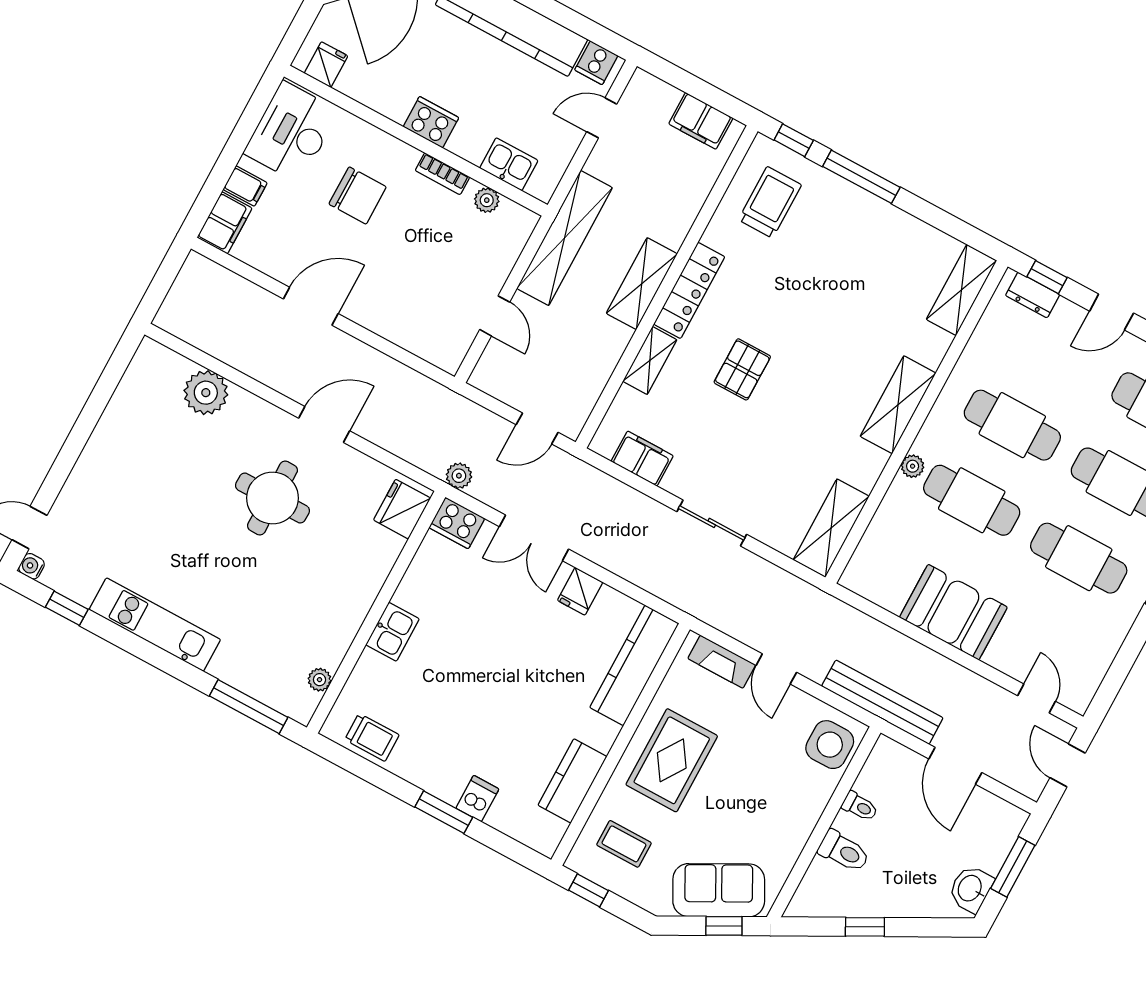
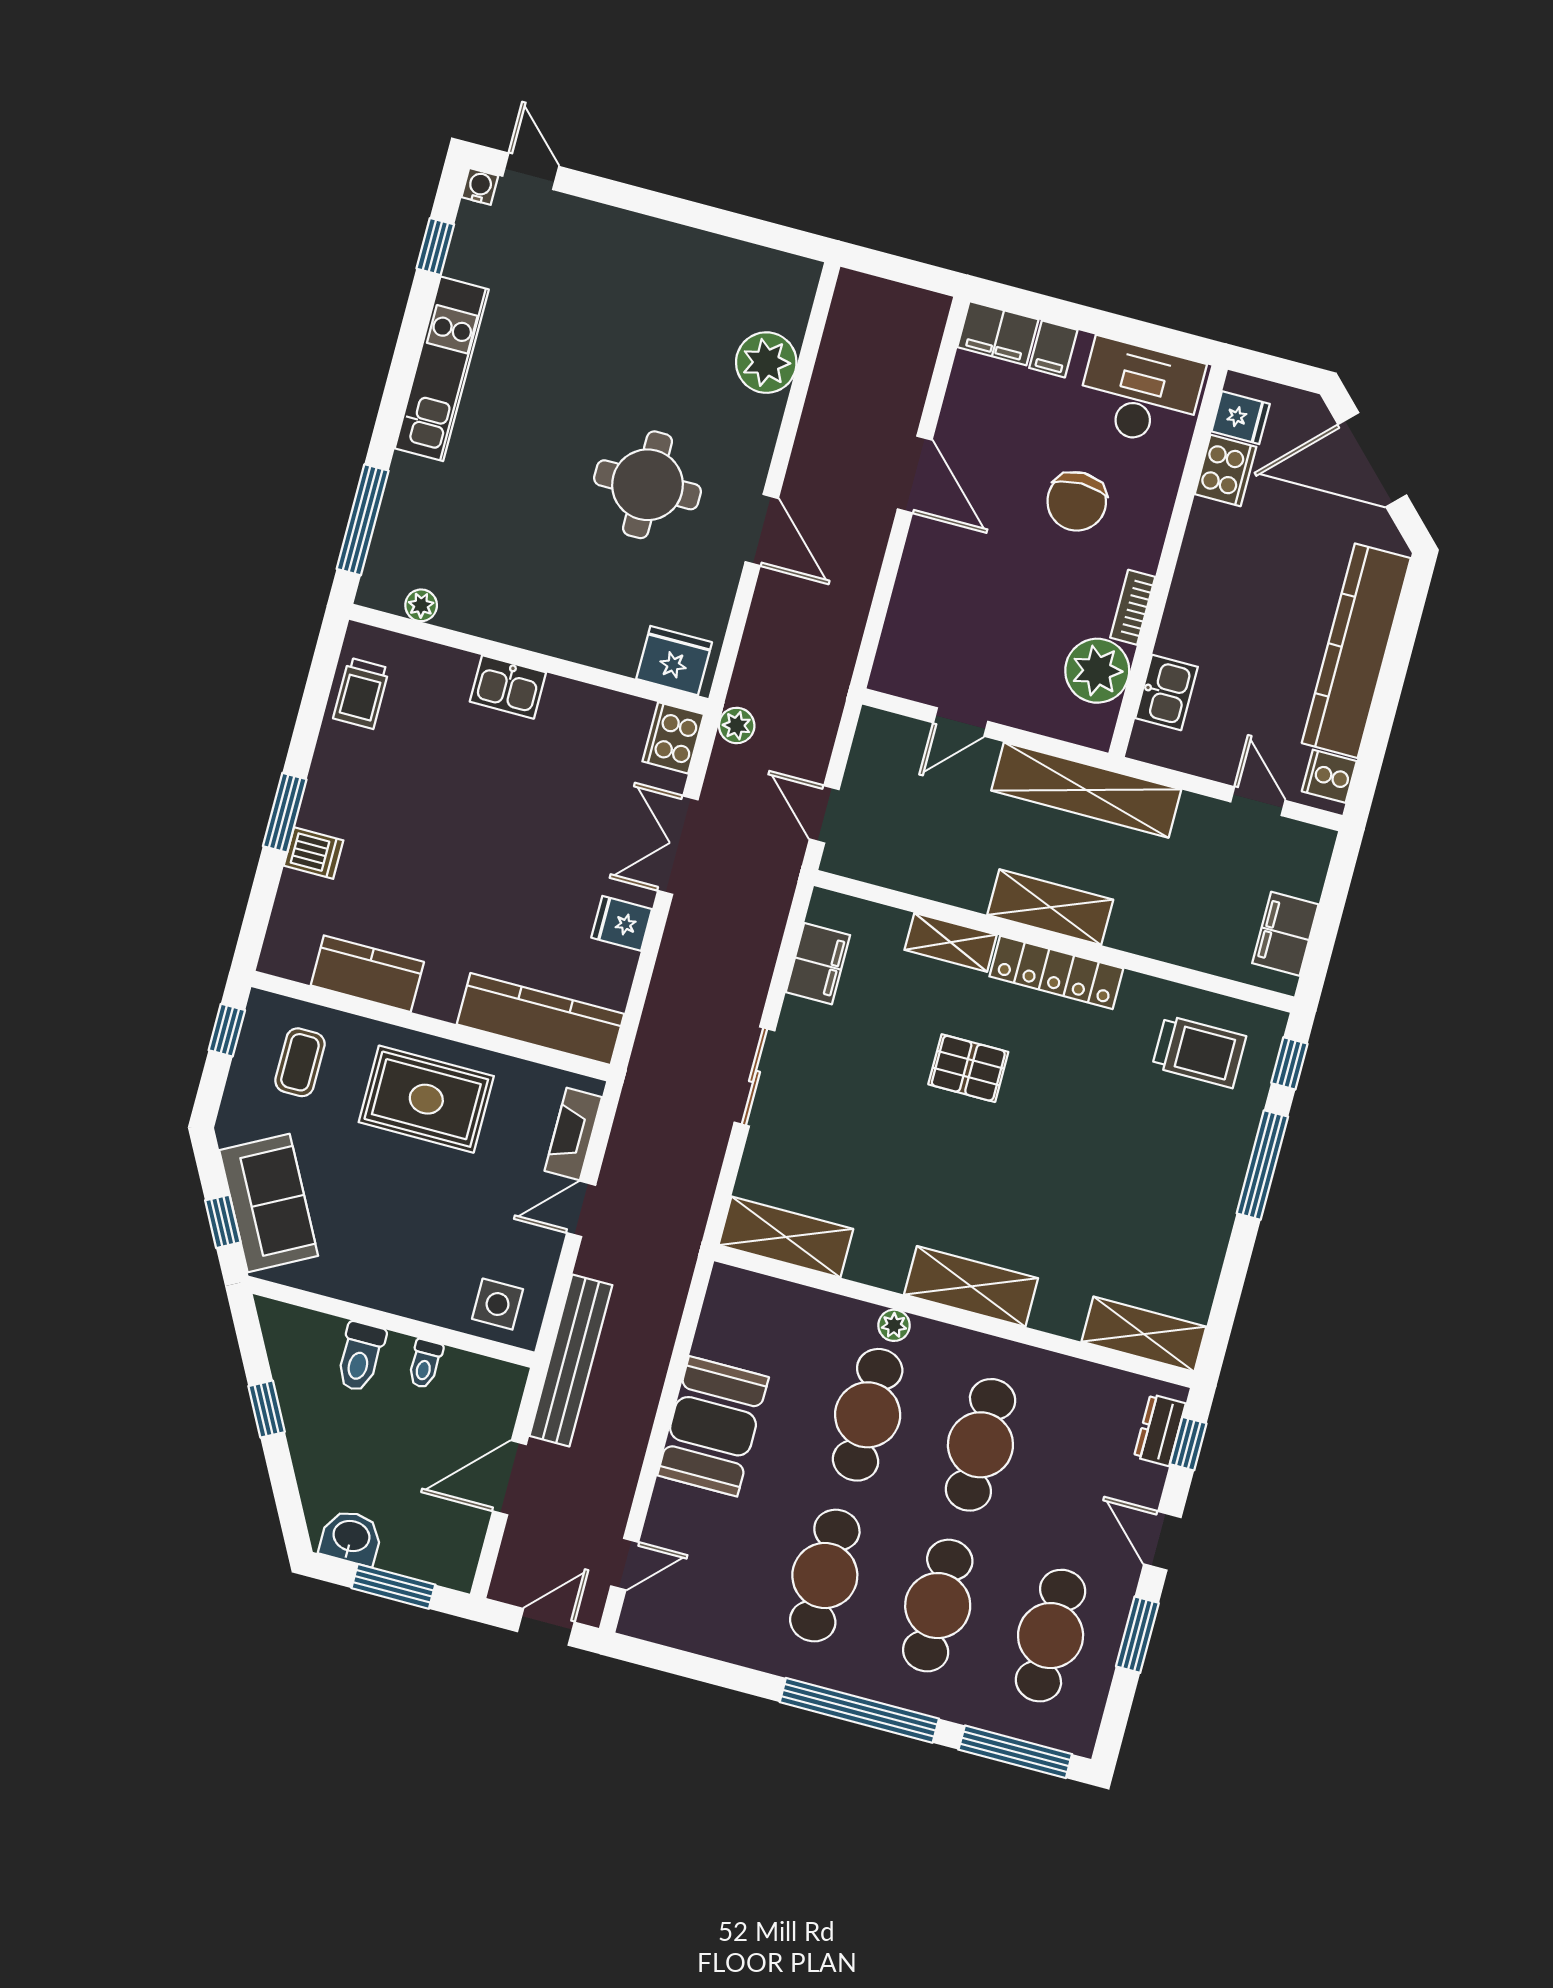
cooker: (431, 122) -> (1226, 470), moved
plant: (487, 200) -> (1097, 671), width x1.88, depth x1.88
side table: (830, 745) -> (498, 1304), width x0.73, depth x0.73

